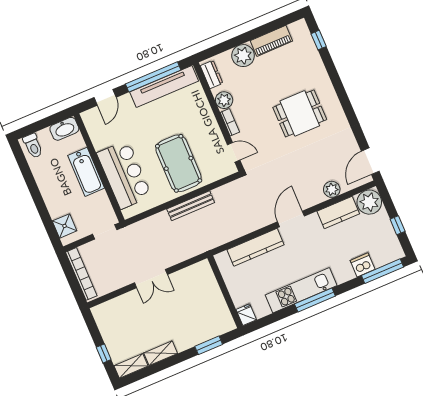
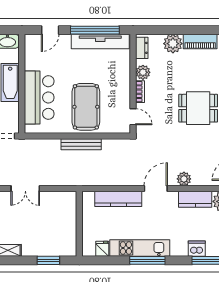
plant: (332, 189) -> (184, 179), moved
fridge: (246, 315) -> (102, 249), moved

